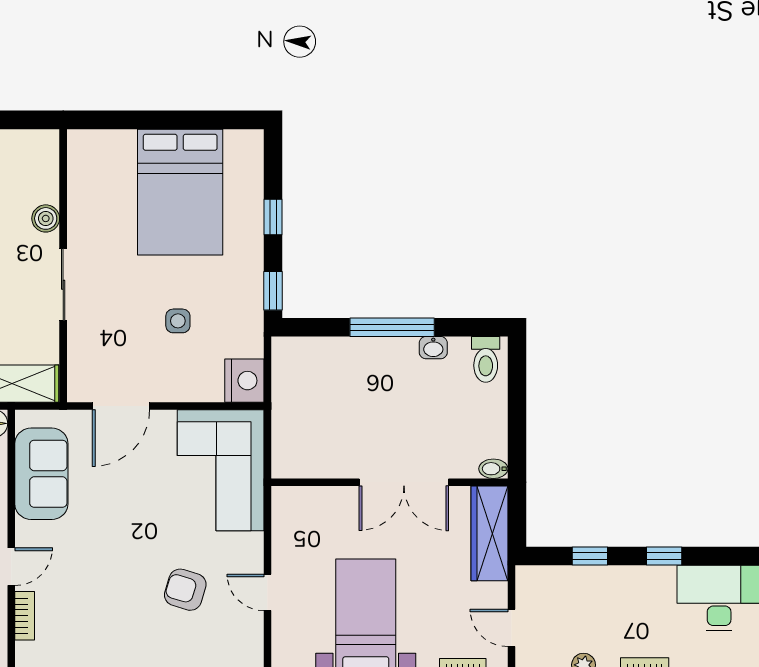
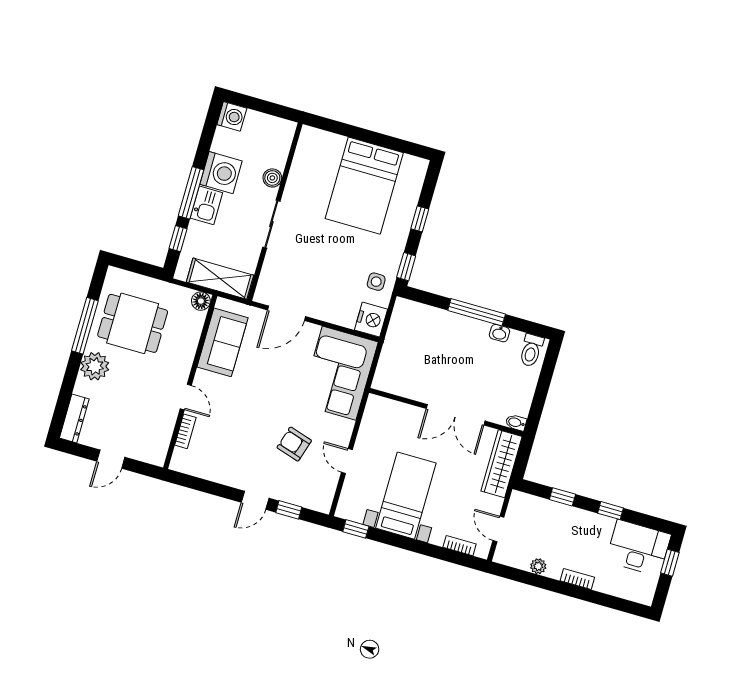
side table: (178, 321) -> (376, 282), moved
door: (11, 567) -> (186, 397), hinge flipped

